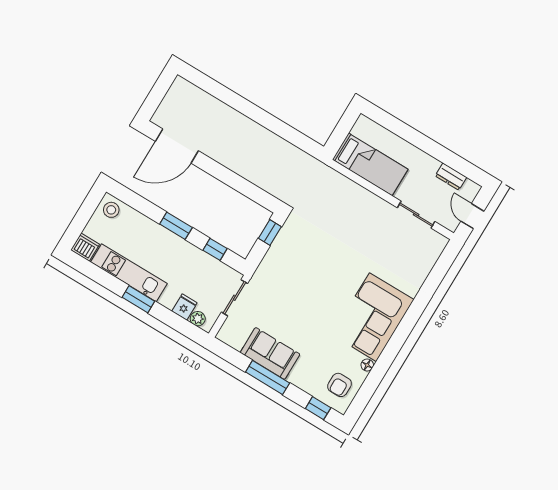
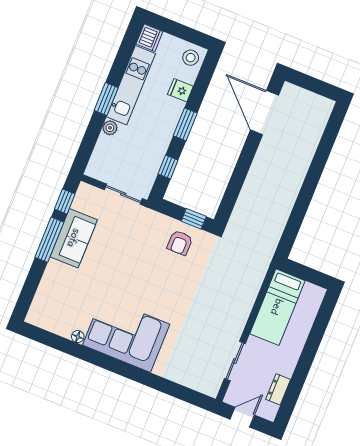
fridge: (184, 307) -> (180, 90), moved, turned 180
plant: (198, 319) -> (110, 128), moved
armchair: (340, 385) -> (180, 243), moved, turned -90
window: (318, 408) -> (65, 202), moved

